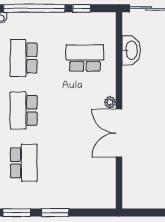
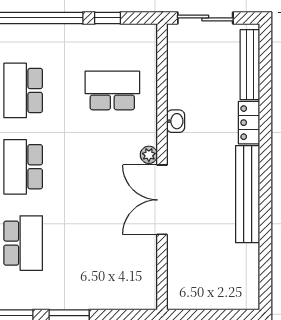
washbasin: (131, 50) -> (176, 121), moved, width x0.52, depth x0.69

